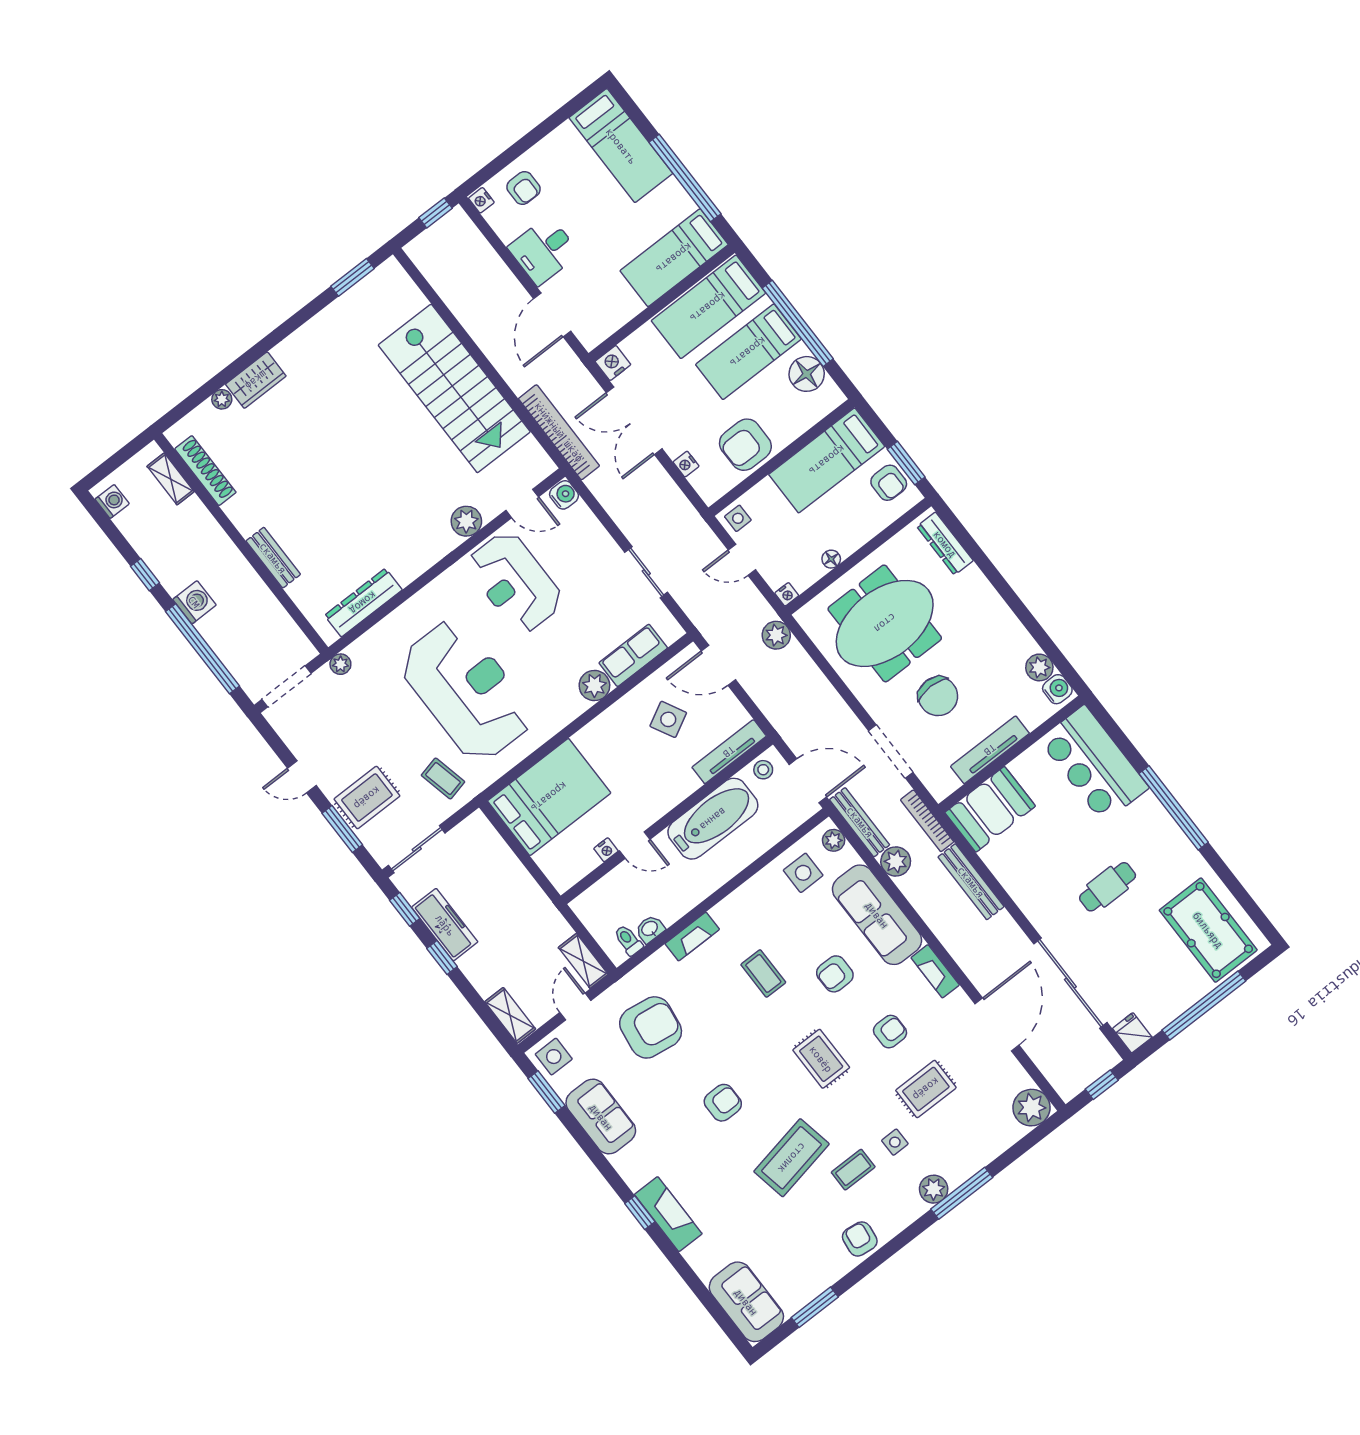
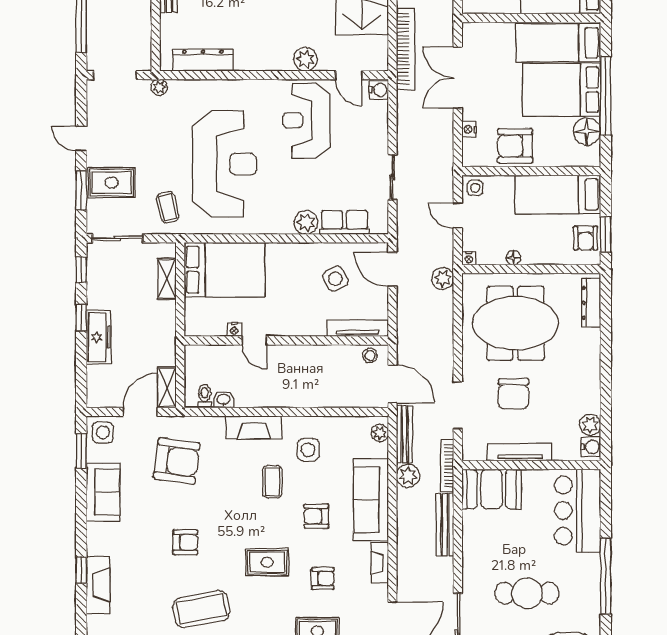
bed: (748, 352) -> (562, 90), width x1.50
nightstand: (613, 363) -> (472, 32), removed
bathtub: (713, 819) -> (315, 362), removed
side table: (803, 873) -> (308, 450), moved
cafe table: (1108, 887) -> (527, 593), width x1.37, depth x1.35
freezer: (445, 925) -> (99, 337), moved
fireplace: (692, 937) -> (254, 427), width x1.37, depth x1.32
door: (575, 1007) -> (140, 412), width x1.38
shelving: (510, 1015) -> (167, 279), moved
rug: (821, 1059) -> (267, 562), turned 90

